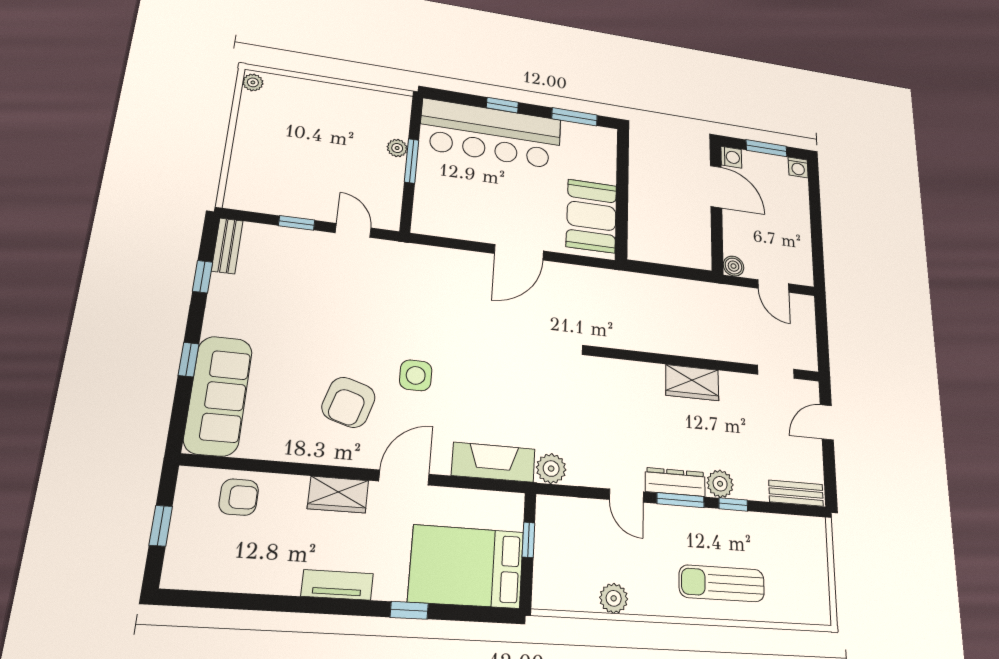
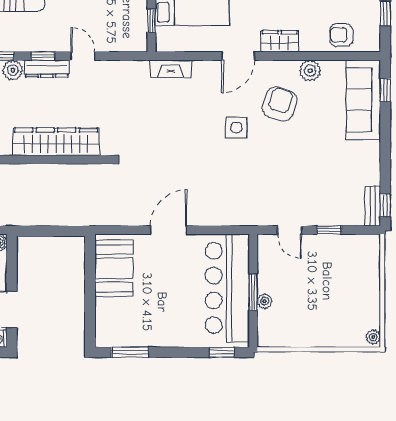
window: (502, 105) -> (222, 352), moved
bar counter: (491, 134) -> (227, 288), moved, turned -90
window: (203, 277) -> (385, 205), moved
window: (189, 360) -> (385, 90), moved
wardrobe: (692, 383) -> (56, 142), width x2.10, depth x1.17
fireplace: (493, 462) -> (171, 69), width x0.73, depth x0.76
plant: (551, 469) -> (310, 71), moved
window: (681, 500) -> (43, 56), width x0.67

